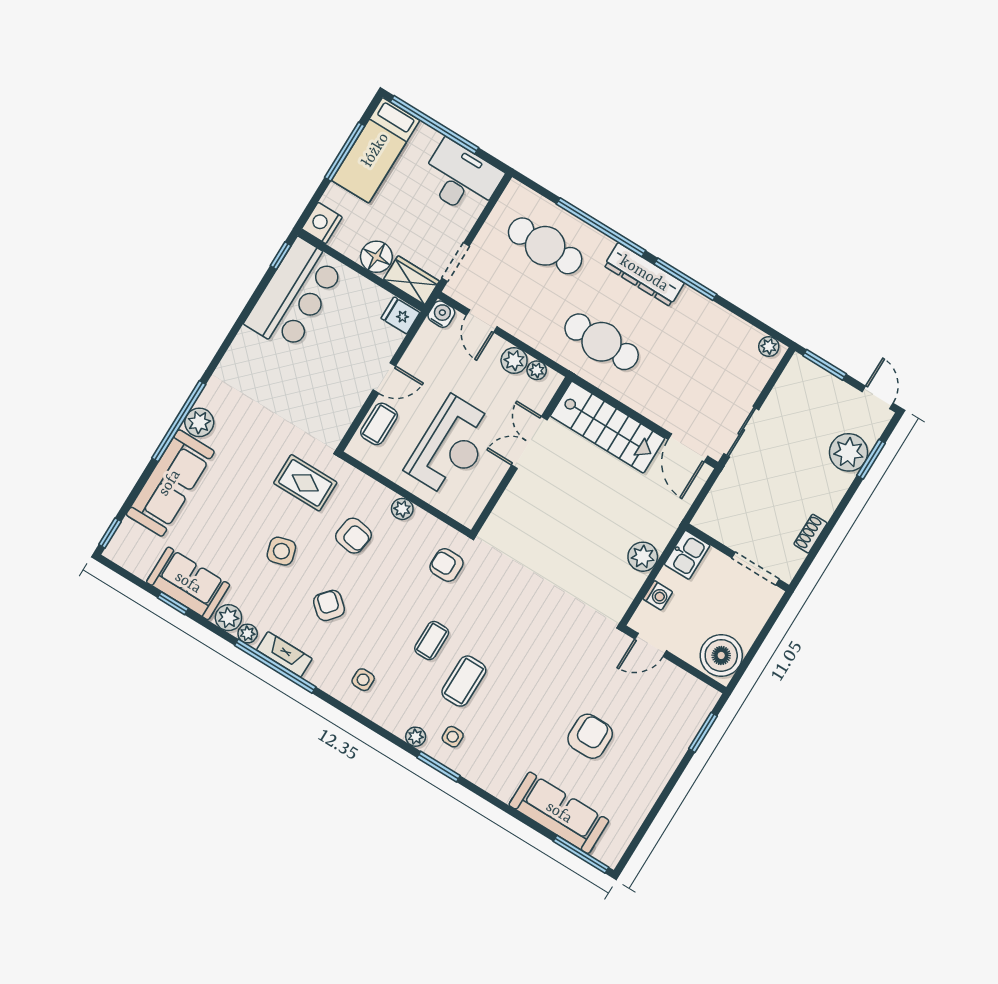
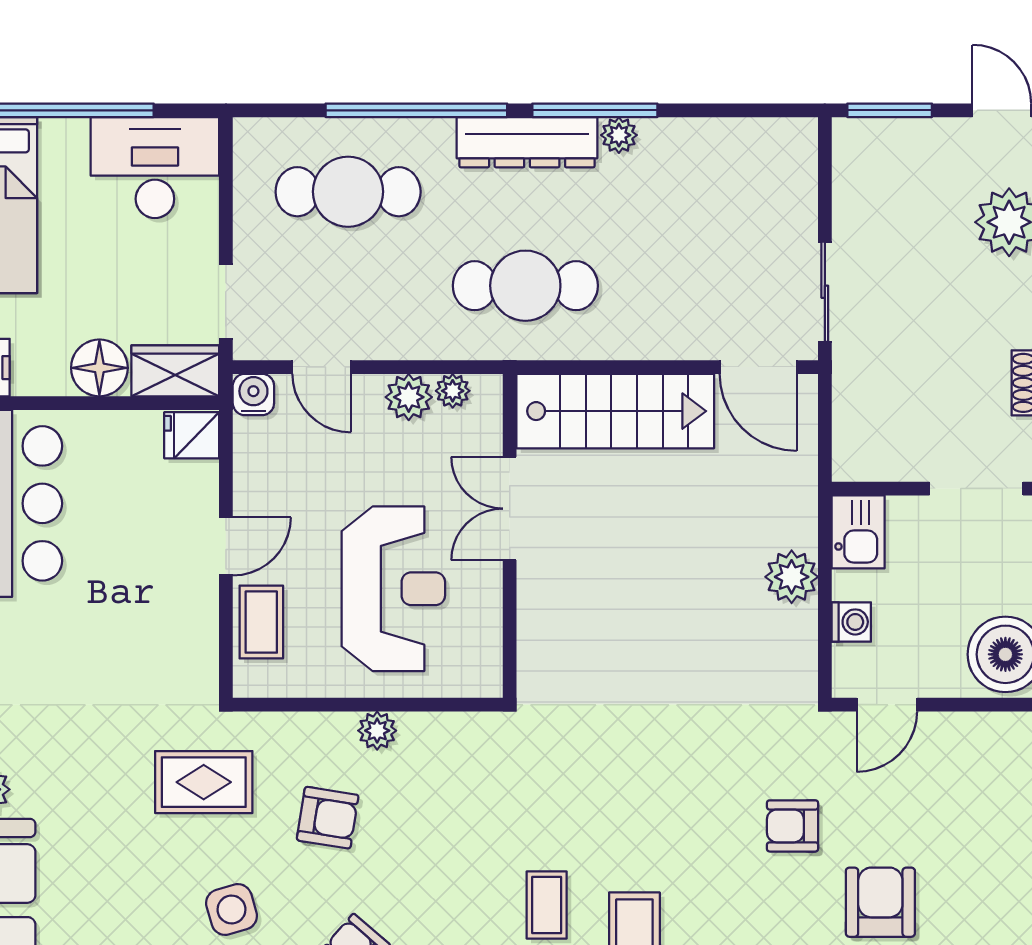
plant: (769, 347) -> (619, 135), moved
armchair: (446, 565) -> (793, 826), moved

